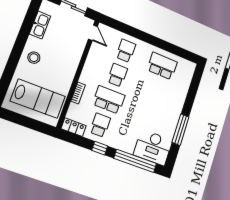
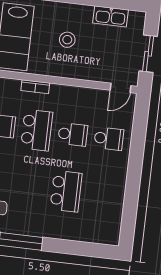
stool: (34, 58) -> (67, 40), moved
school desk: (162, 66) -> (66, 191), moved

